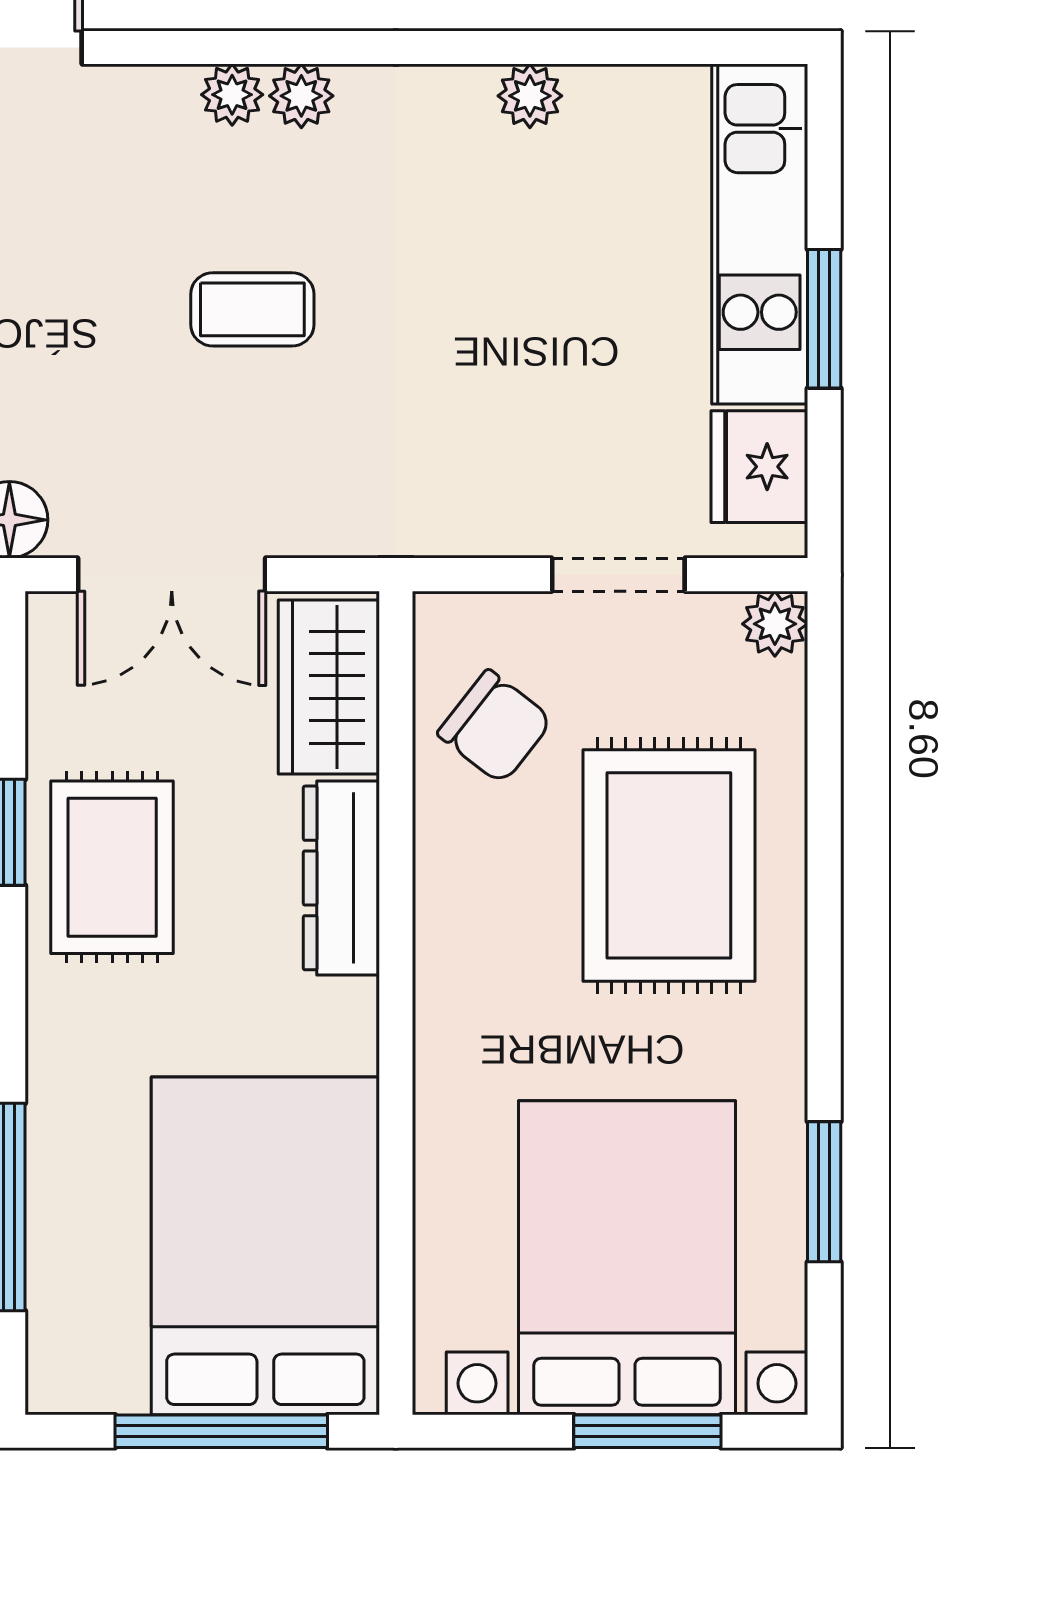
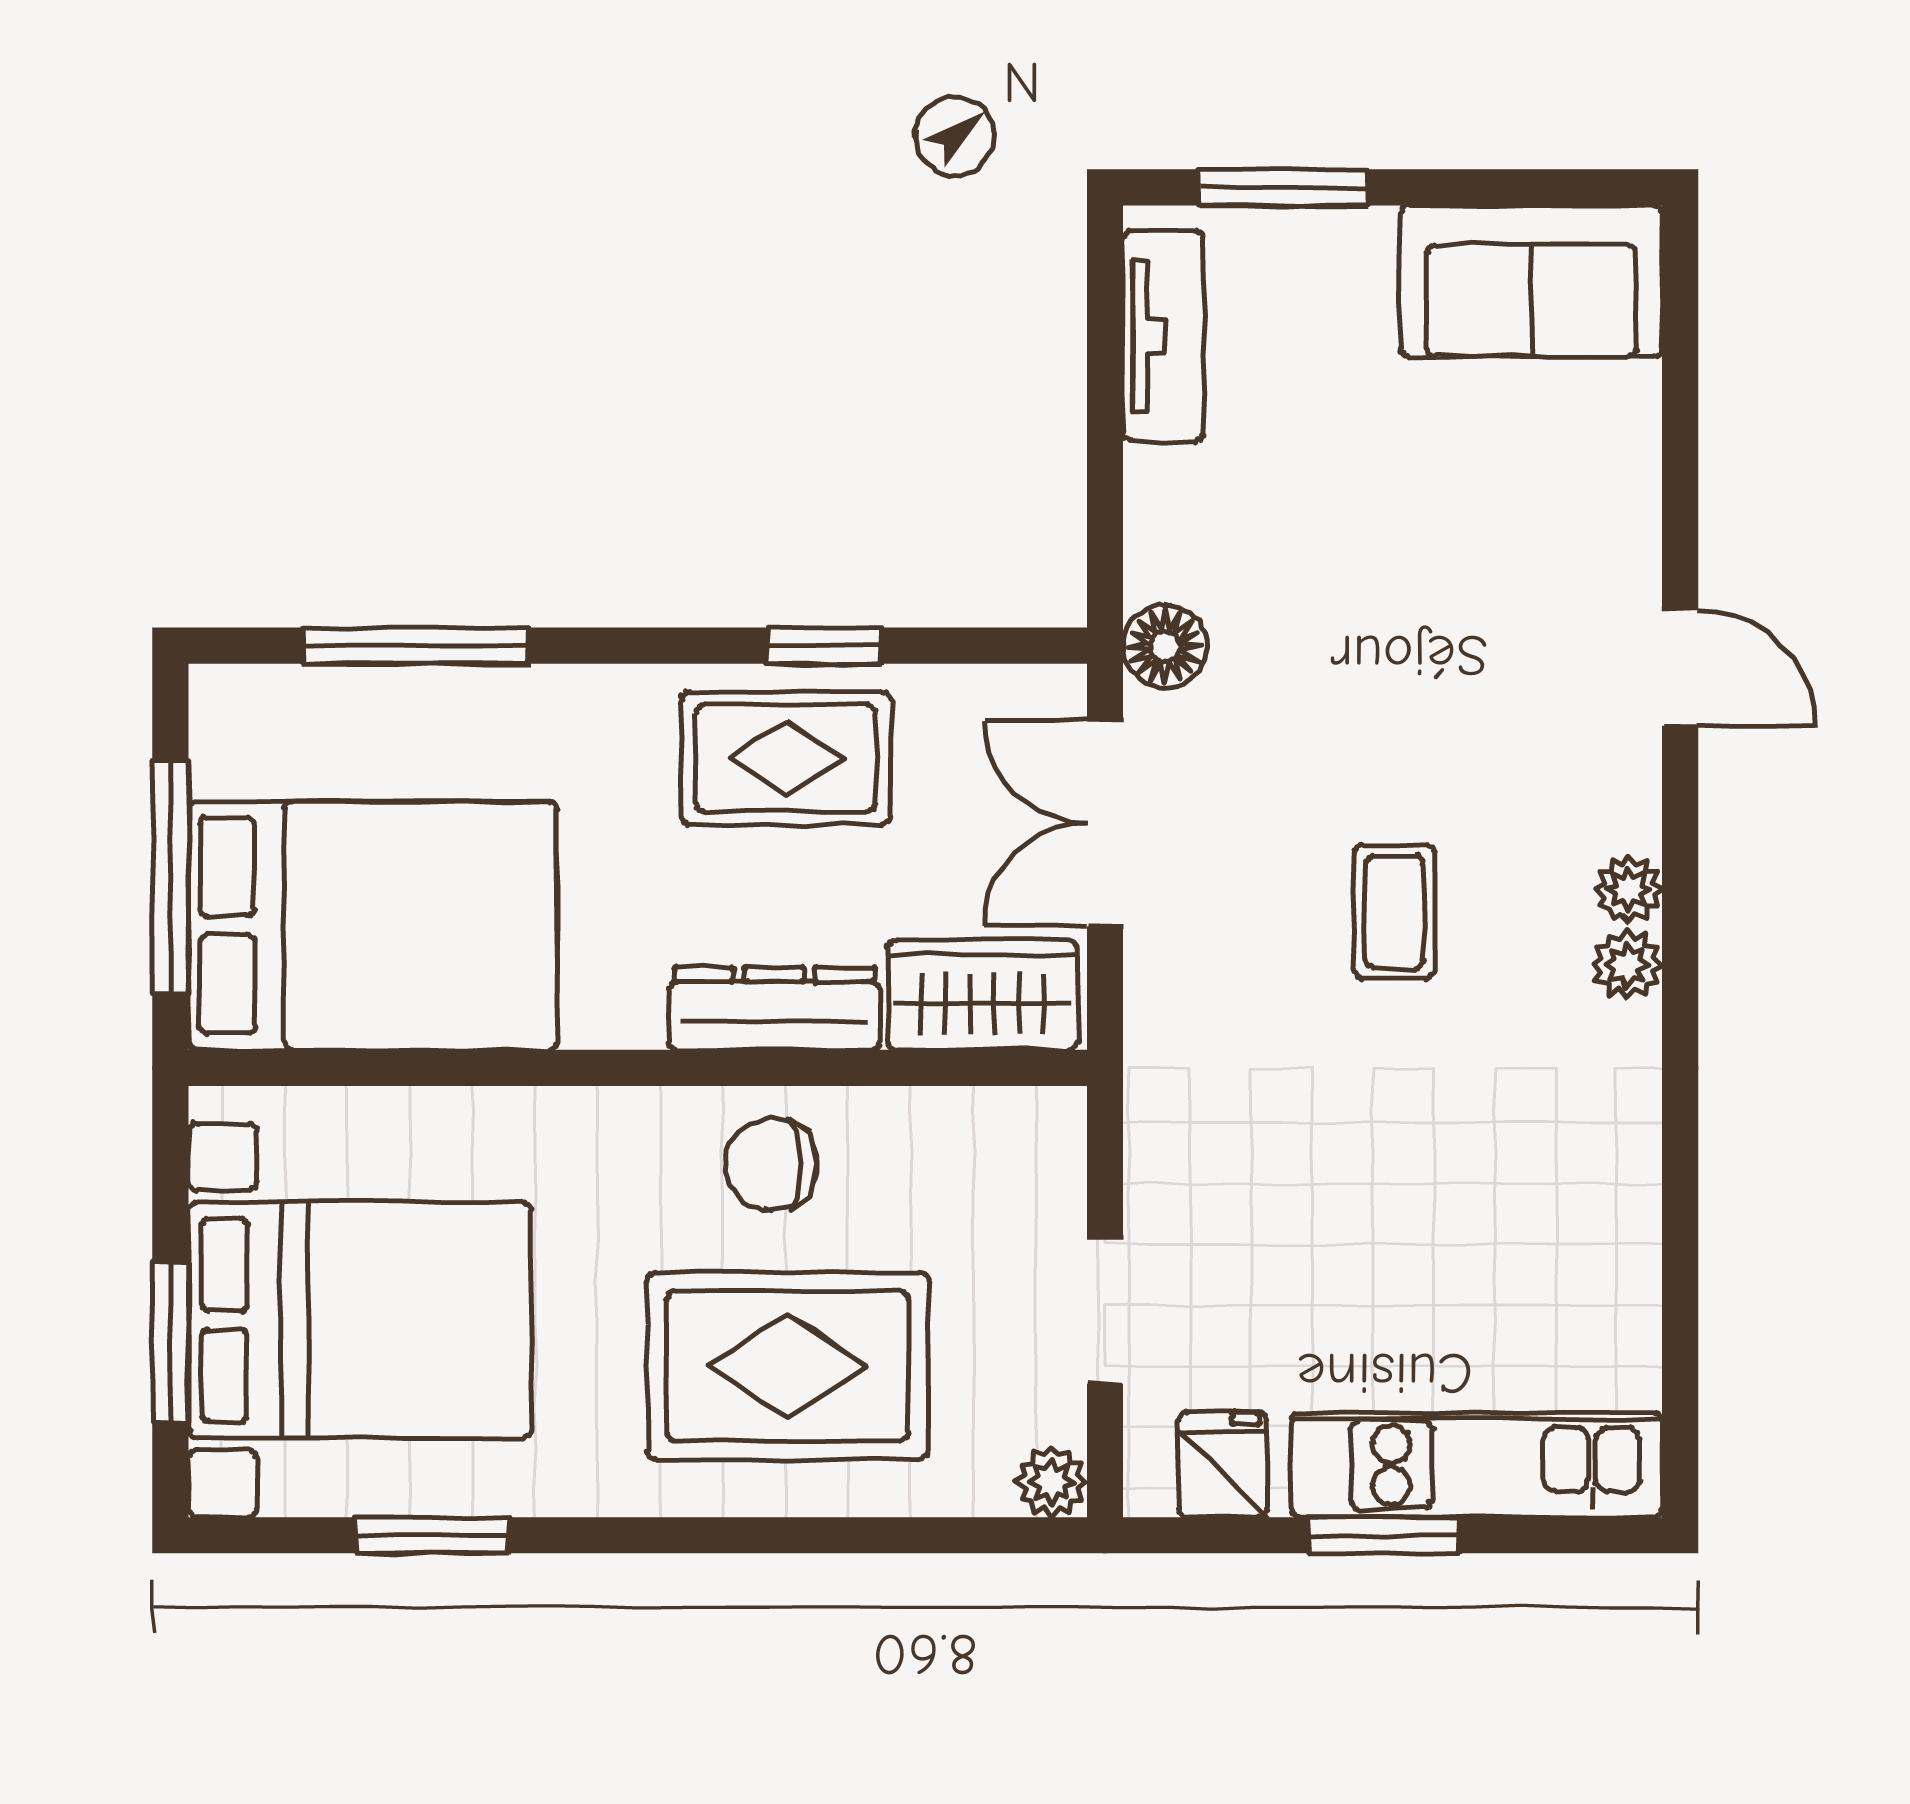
plant: (530, 96) -> (1627, 1214), removed
fridge: (759, 467) -> (1223, 1465), width x0.72
chair: (495, 727) -> (771, 1164), moved, turned 52

